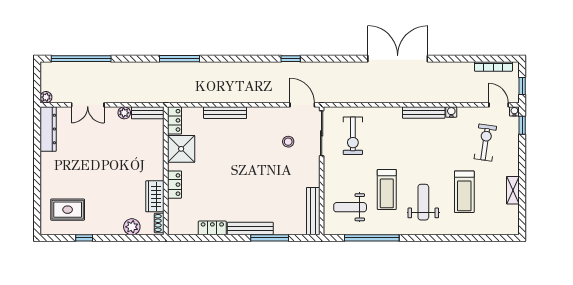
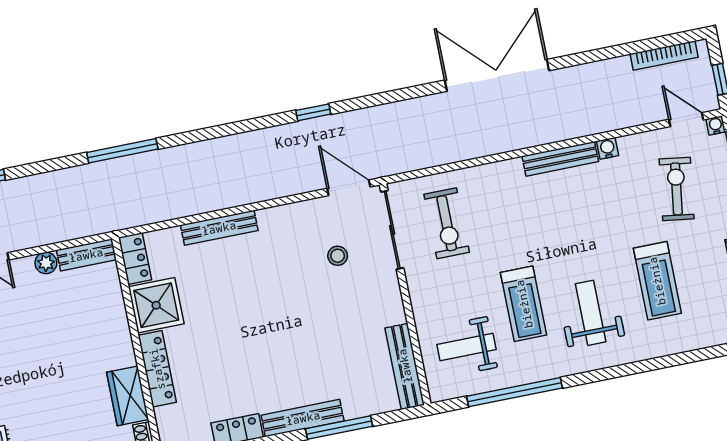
locker: (175, 185) -> (157, 369), width x1.53

